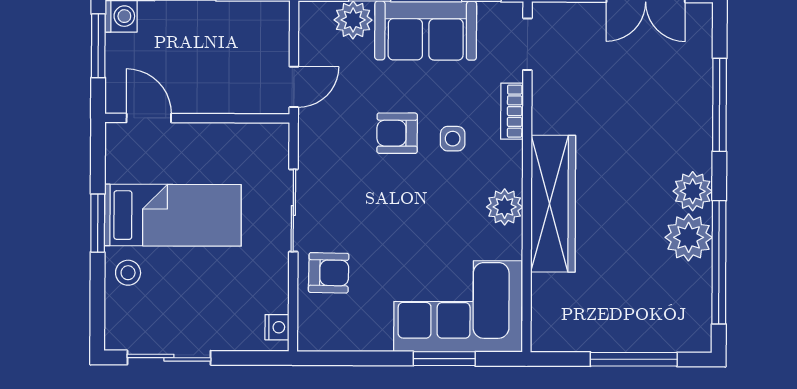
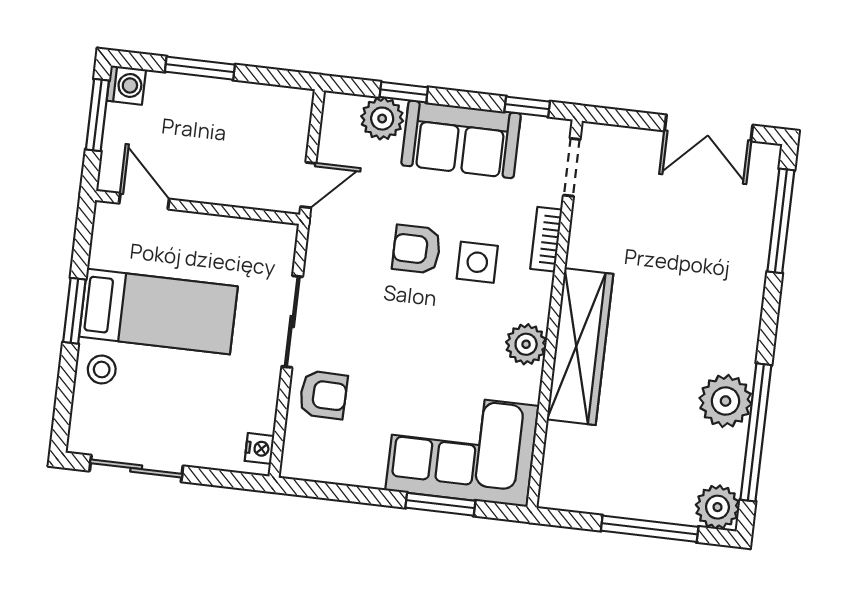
window: (720, 105) -> (781, 221), moved
side table: (453, 139) -> (477, 262), width x1.37, depth x1.37
plant: (693, 191) -> (717, 507), moved

